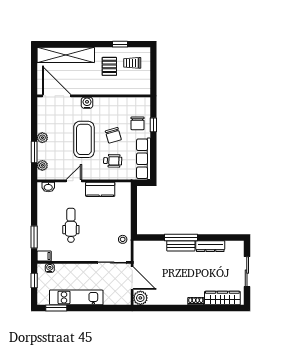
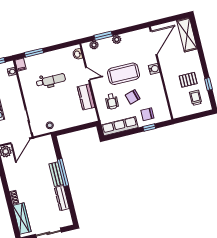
shelving: (66, 55) -> (187, 35), width x0.68

